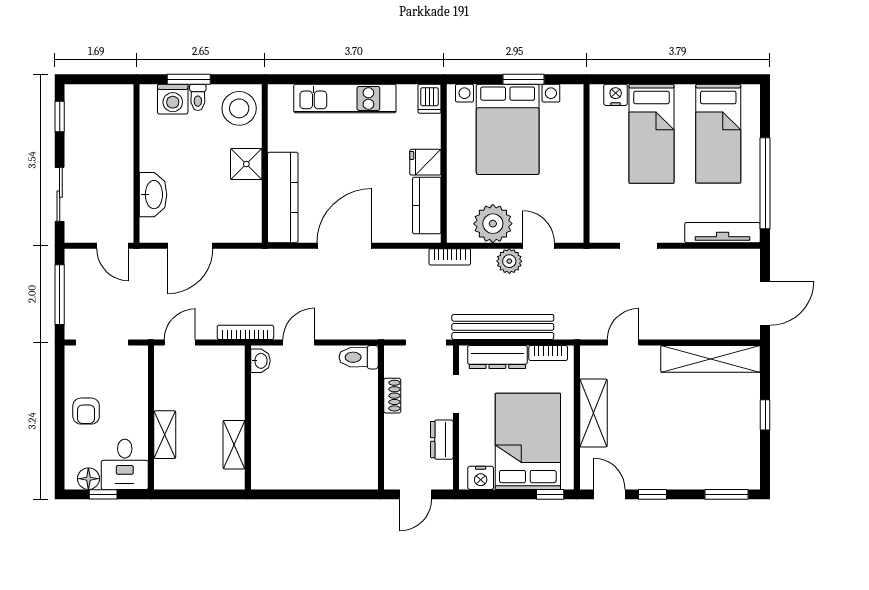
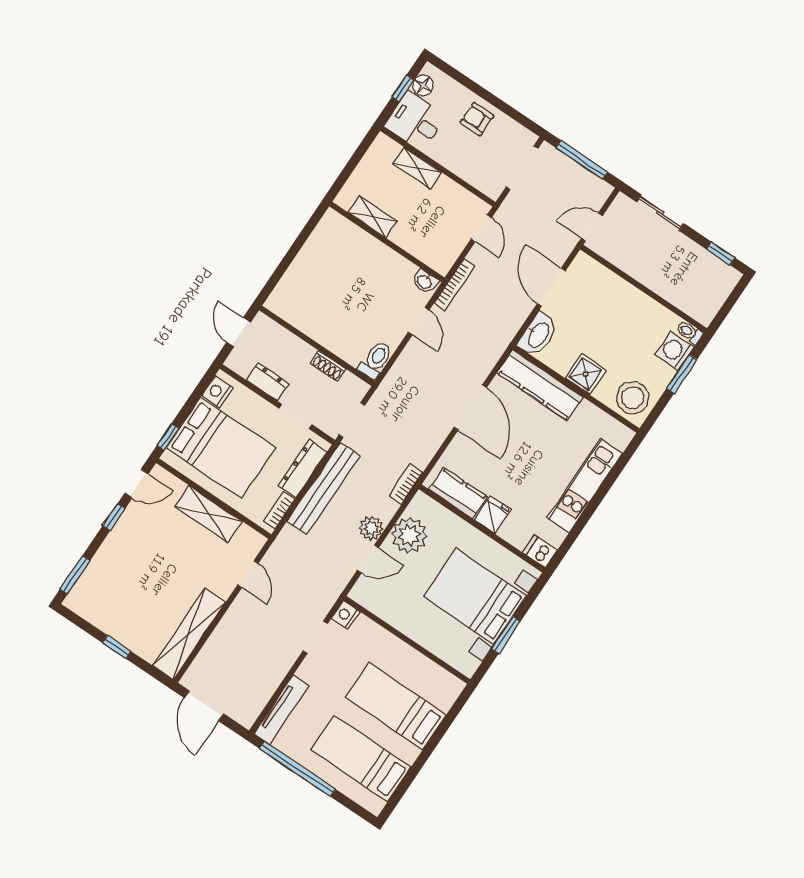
nightstand: (616, 95) -> (346, 615), moved, turned 180
toilet: (198, 97) -> (689, 332), moved
washbasin: (153, 195) -> (538, 335), moved, turned -90

